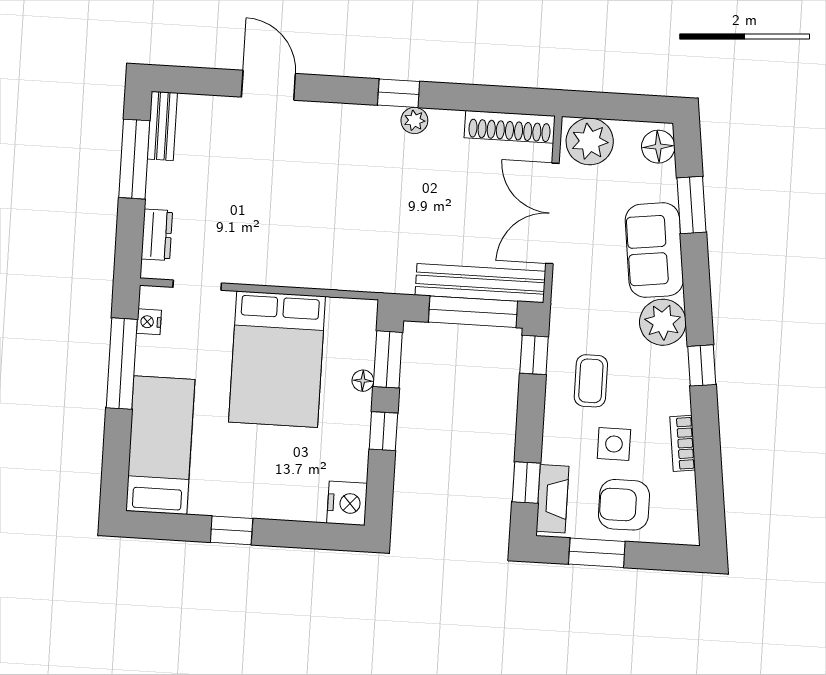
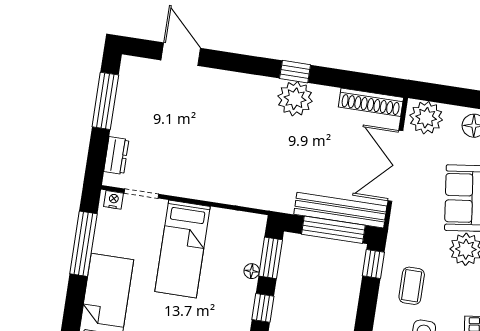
door: (268, 85) -> (181, 54), moved
plant: (414, 120) -> (295, 99), width x1.87, depth x1.87
bench: (162, 126) -> (127, 79), removed
nightstand: (149, 322) -> (114, 200), moved, turned 90
bed: (277, 359) -> (182, 249), width x0.67

